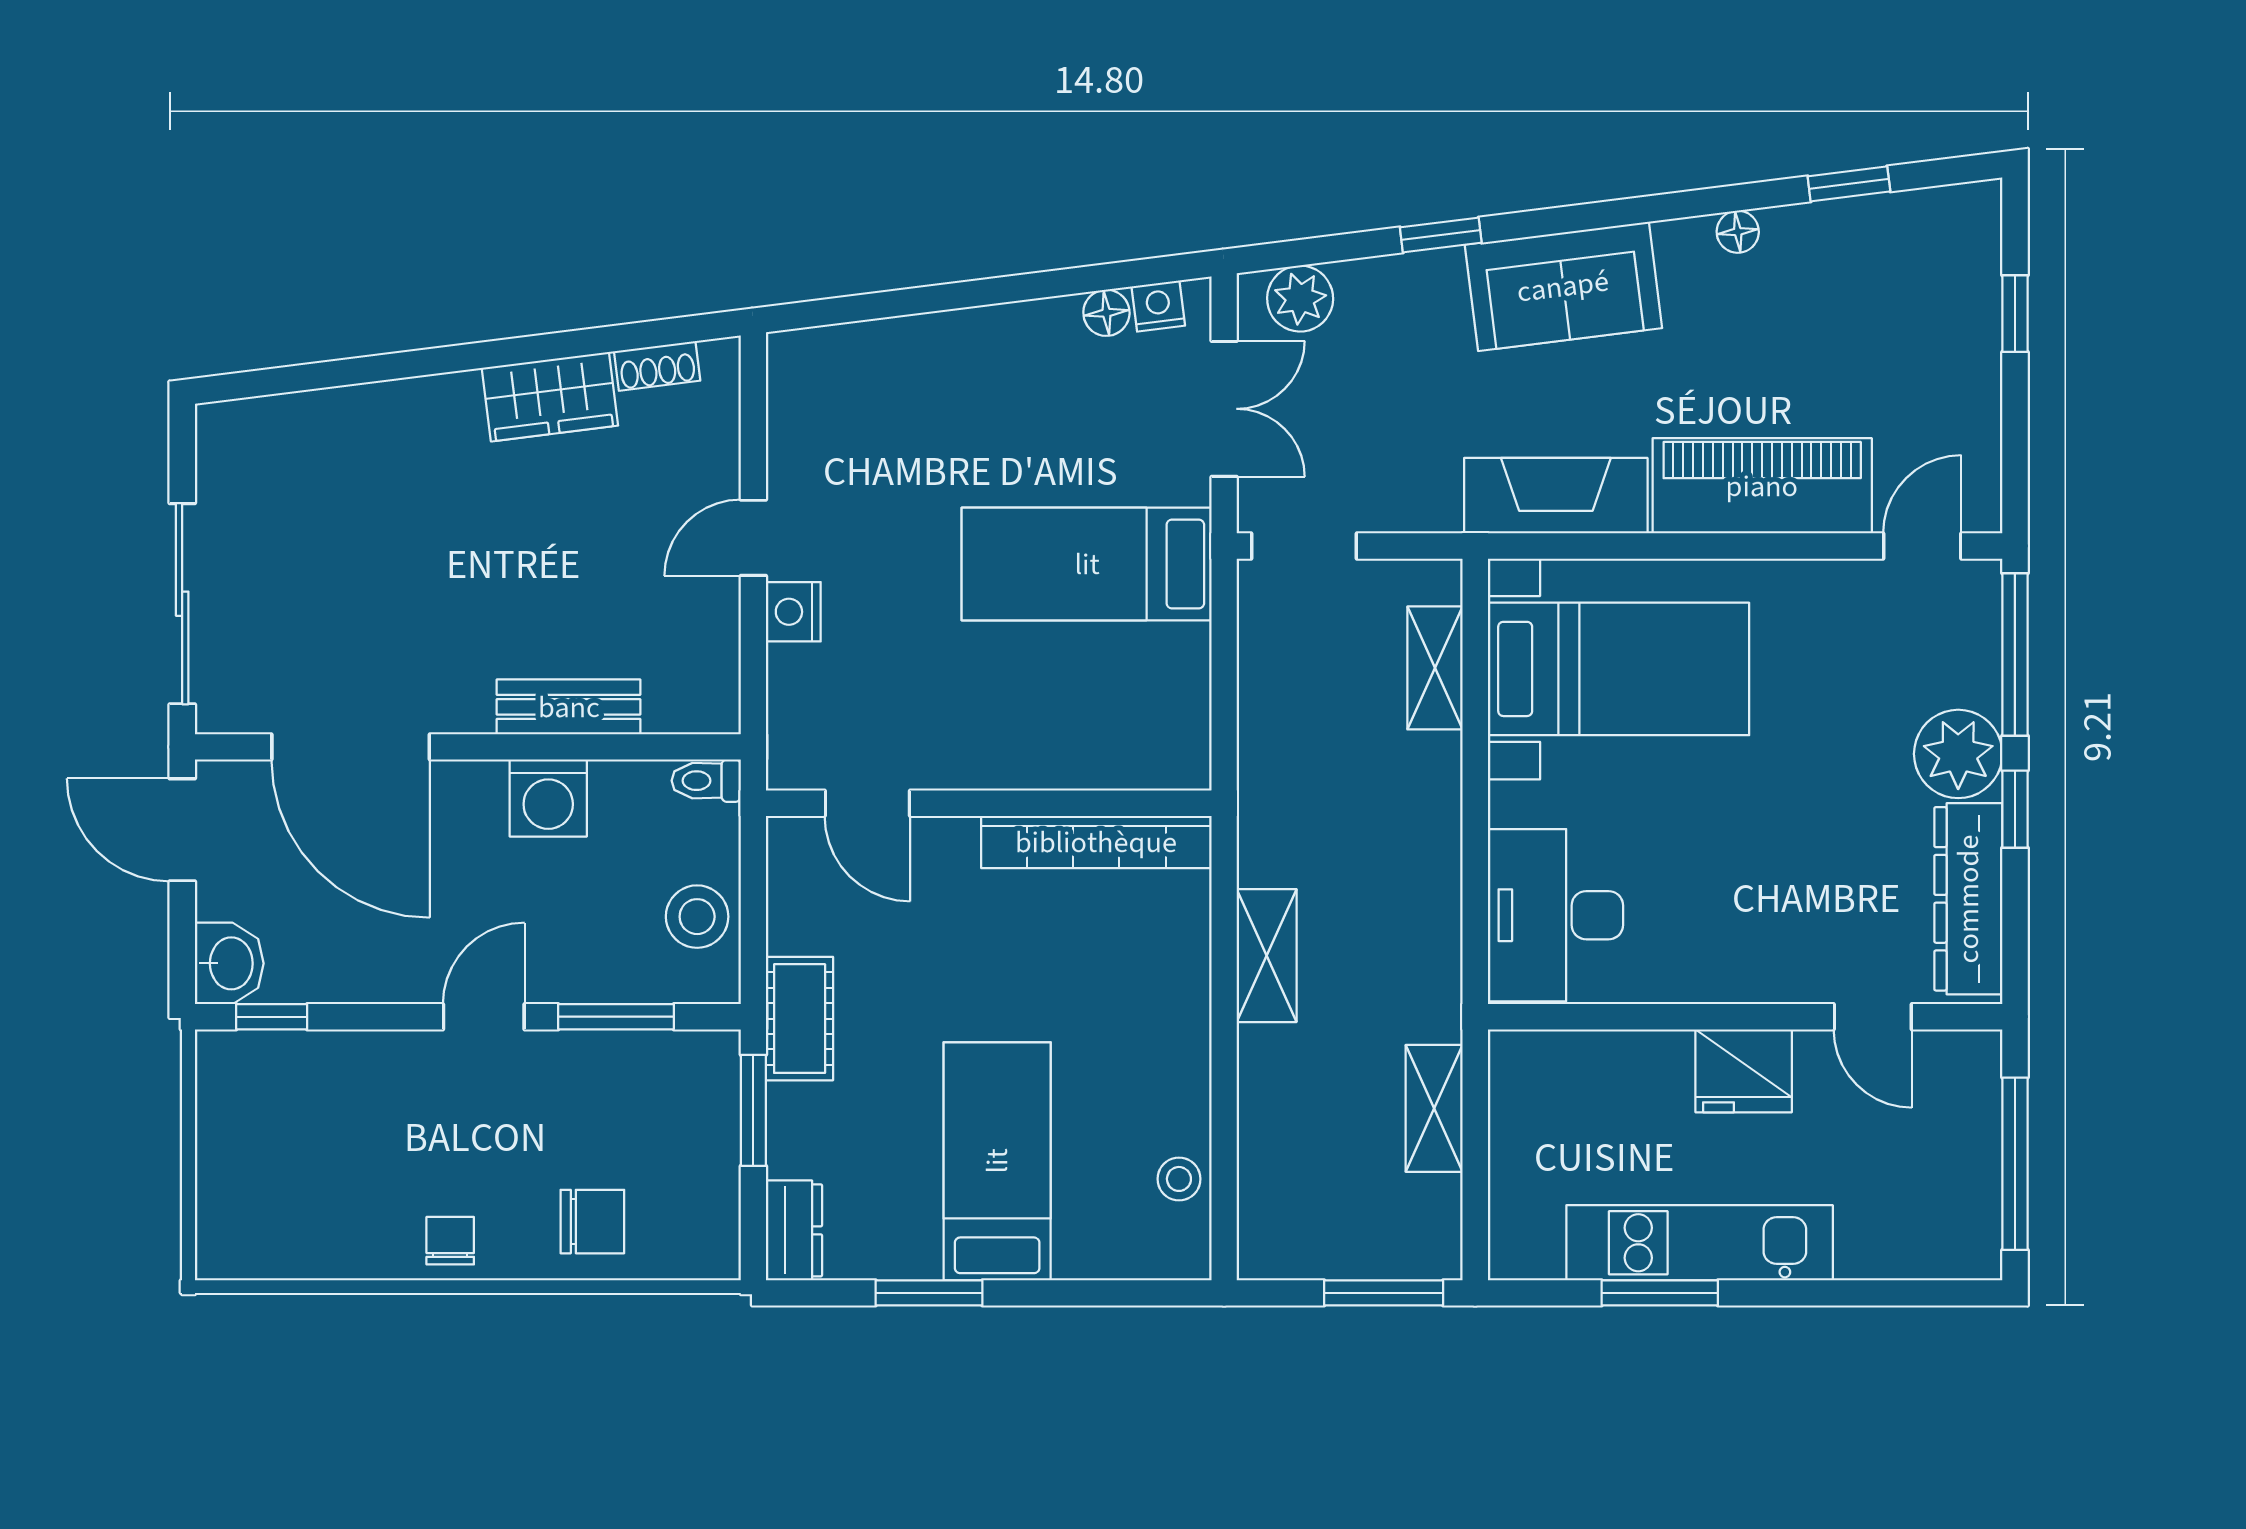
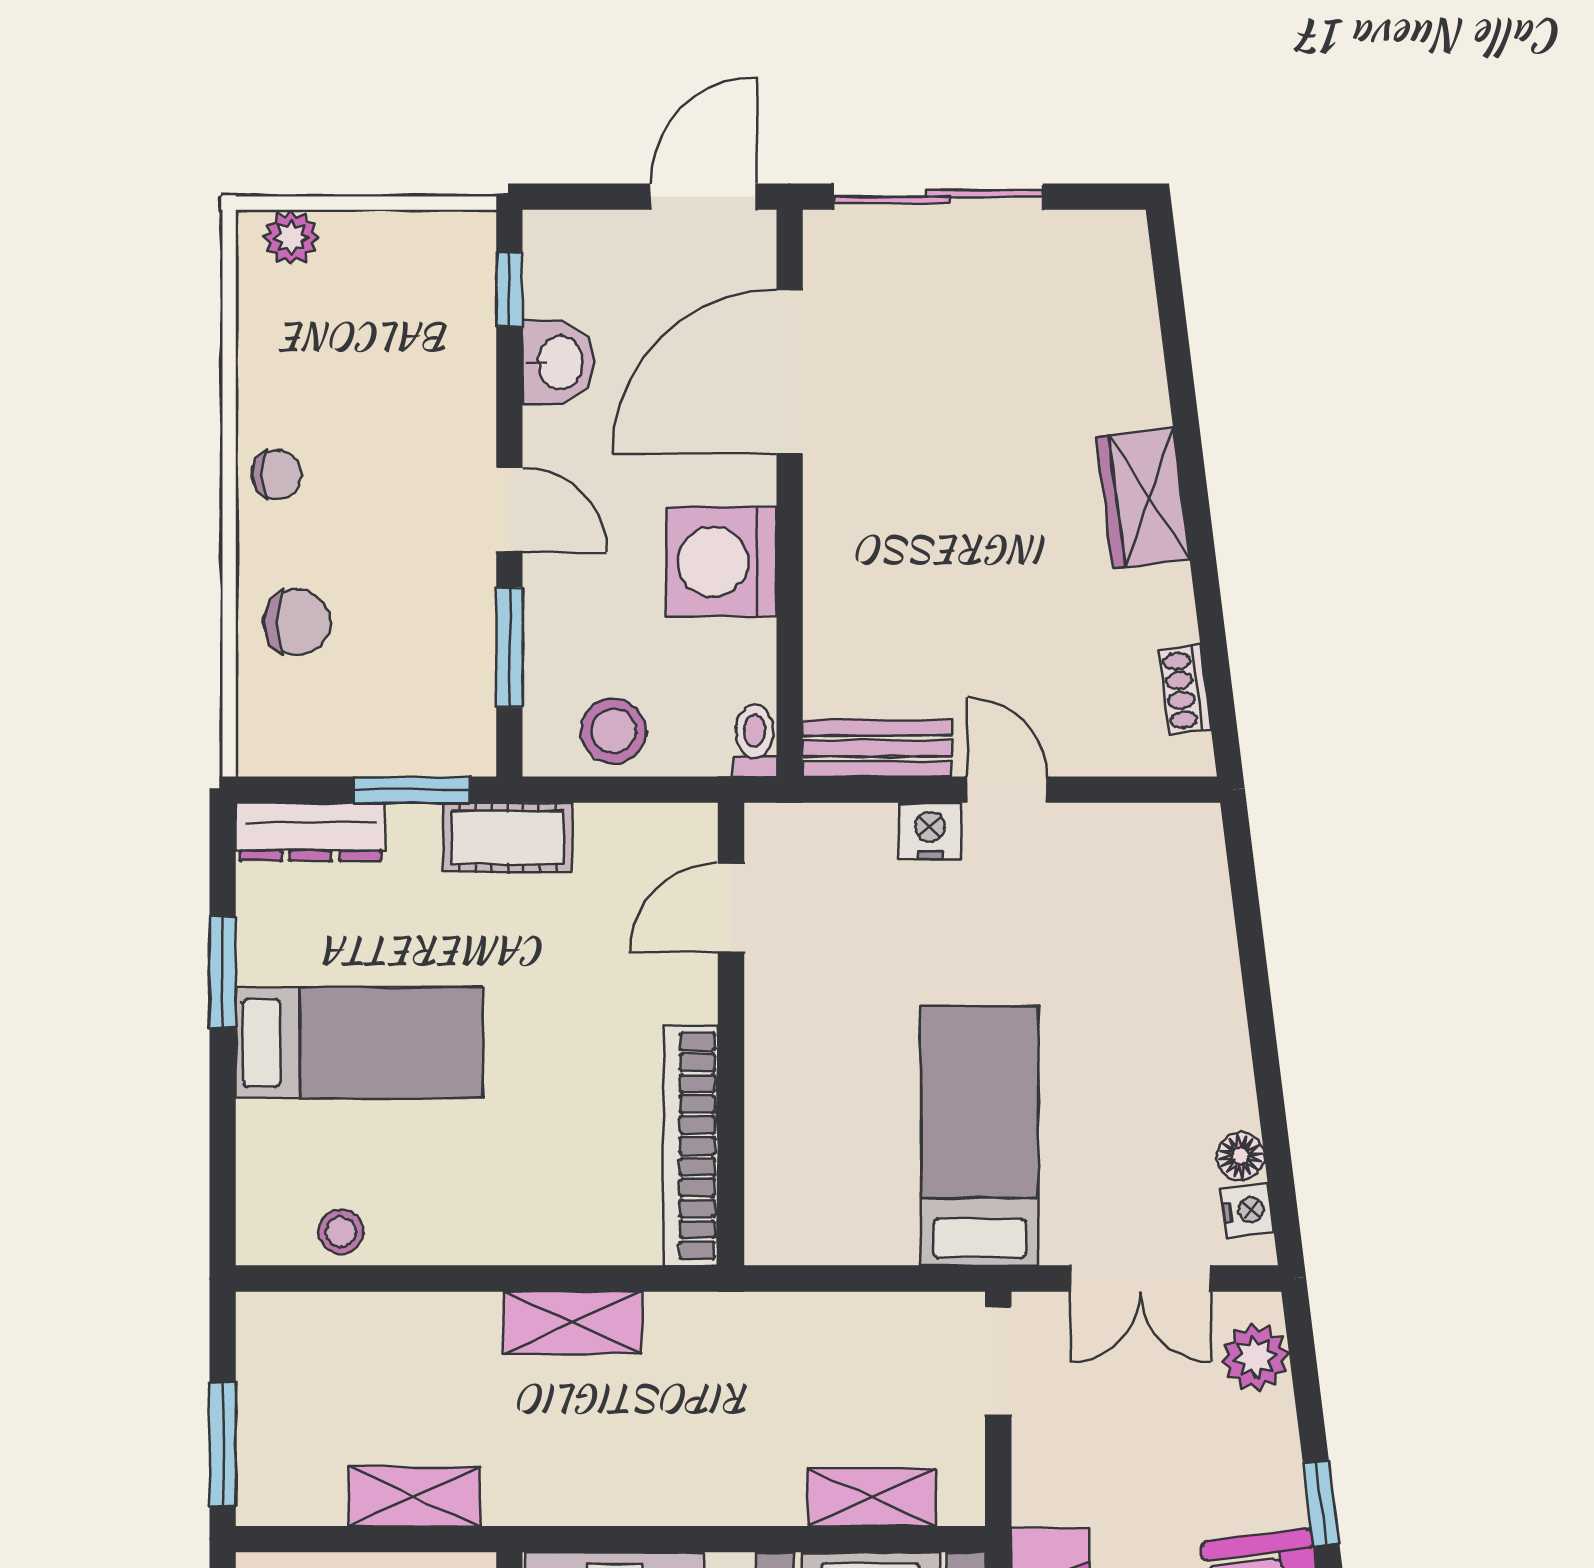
wardrobe: (550, 397) -> (1143, 498), moved
bench: (569, 707) -> (877, 748), moved, turned 90
washing machine: (548, 798) -> (722, 562), width x1.37, depth x1.37
washbasin: (229, 963) -> (558, 363), moved, turned -90
chair: (592, 1222) -> (297, 623), turned -90
plant: (222, 1227) -> (291, 237), added
dresser: (794, 1230) -> (310, 832), width x1.44

